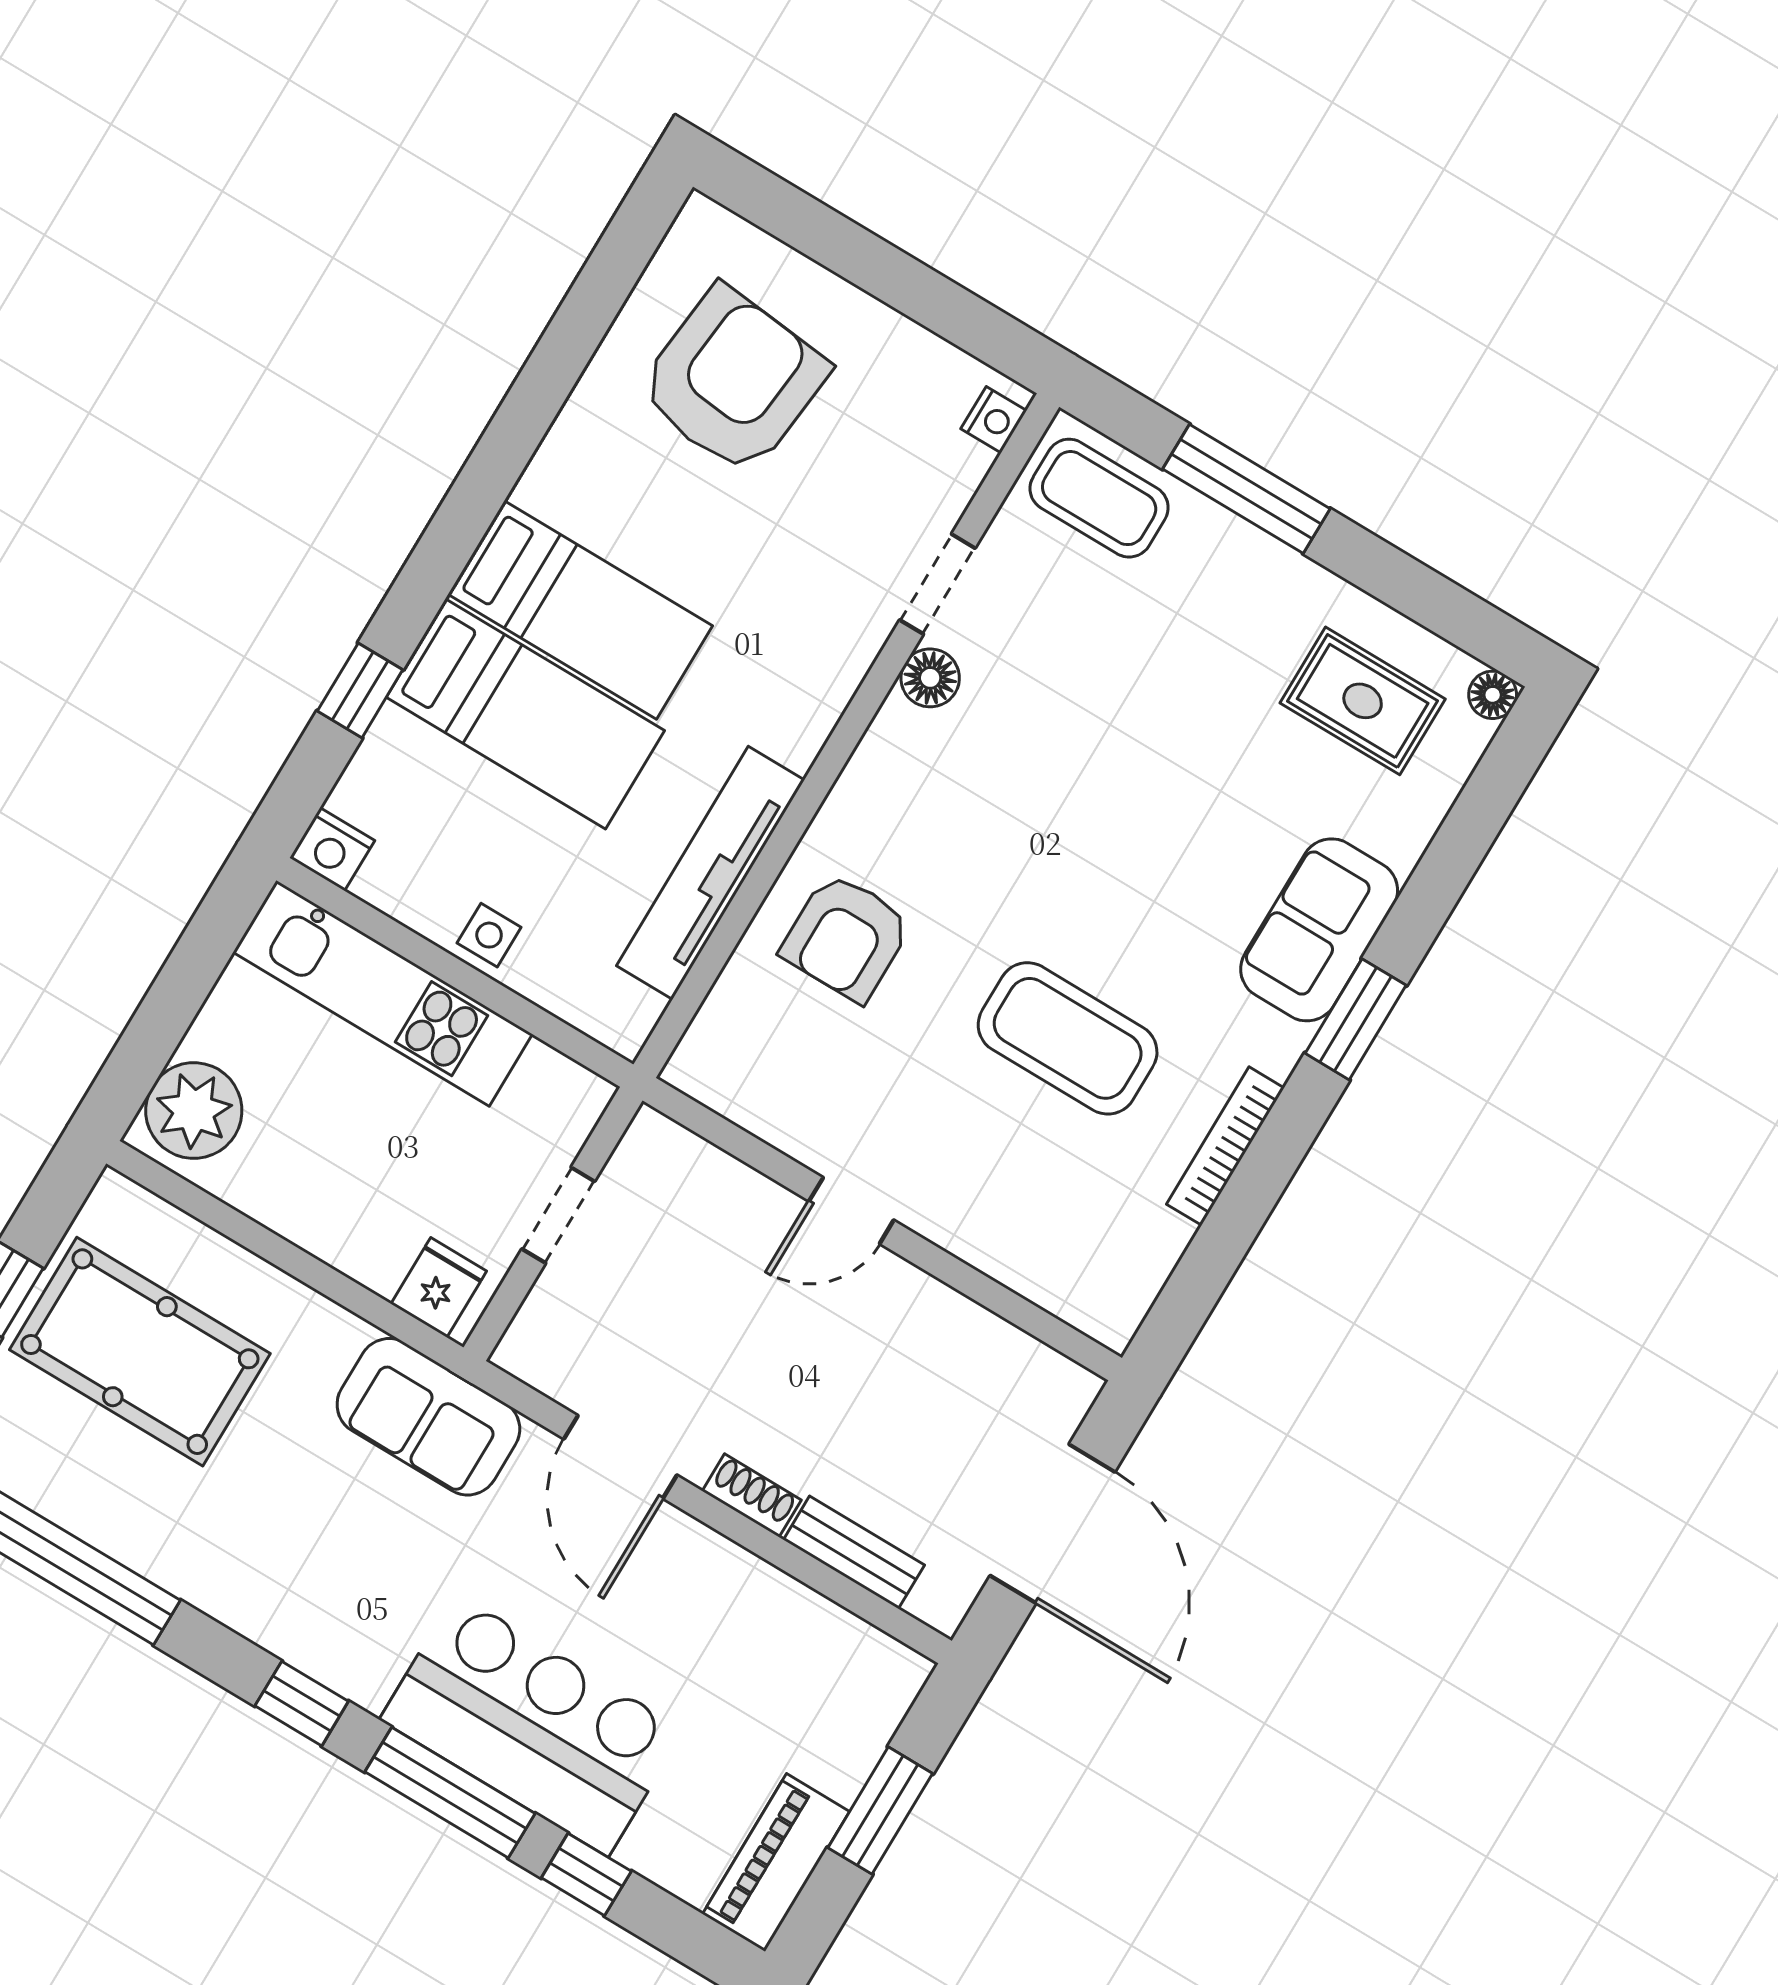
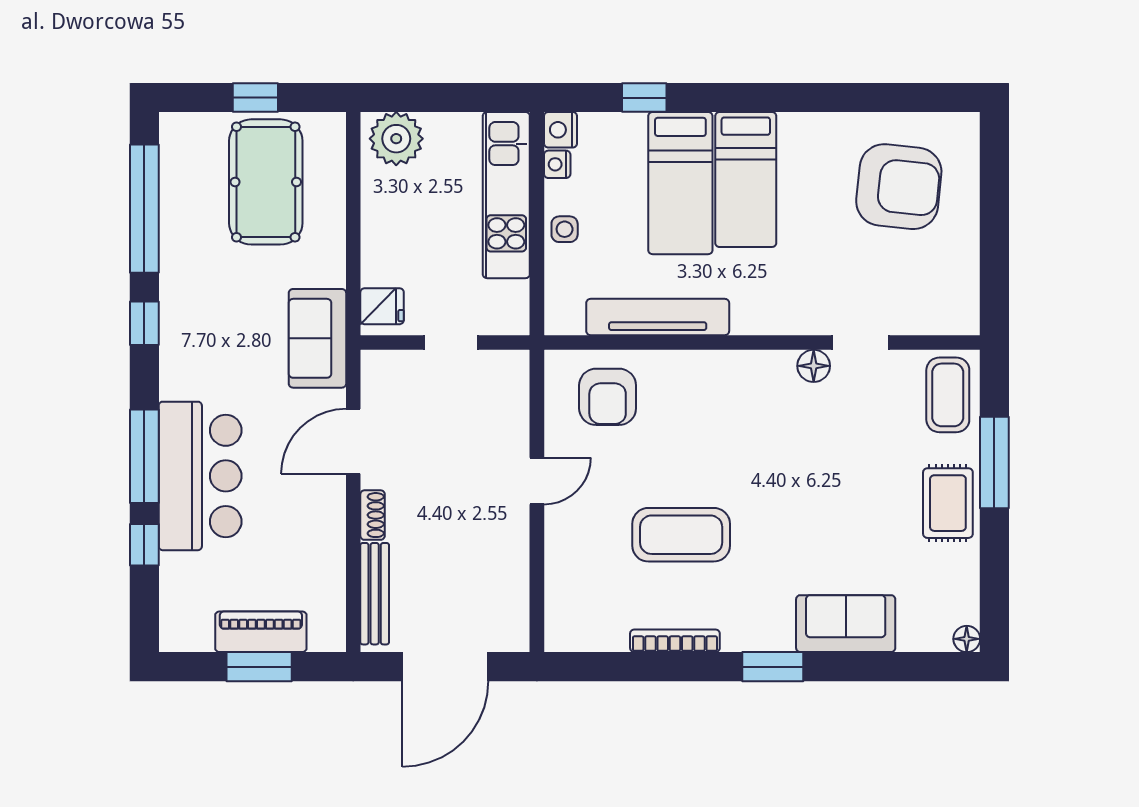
nightstand: (994, 420) -> (557, 164), moved, turned 90
rug: (1363, 701) -> (948, 503), moved
sofa: (1319, 930) -> (846, 624), moved
armchair: (846, 937) -> (608, 397), moved, turned -90
coffee table: (1068, 1038) -> (681, 535), turned 90
door: (851, 1211) -> (537, 481), swing flipped
bench: (854, 1552) -> (375, 594), width x1.36
window: (302, 1704) -> (144, 323), moved
piano: (776, 1863) -> (261, 632), moved

